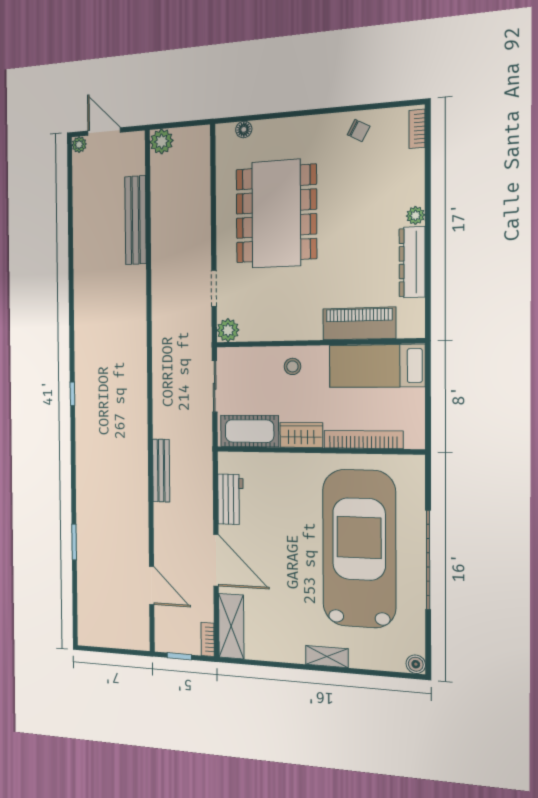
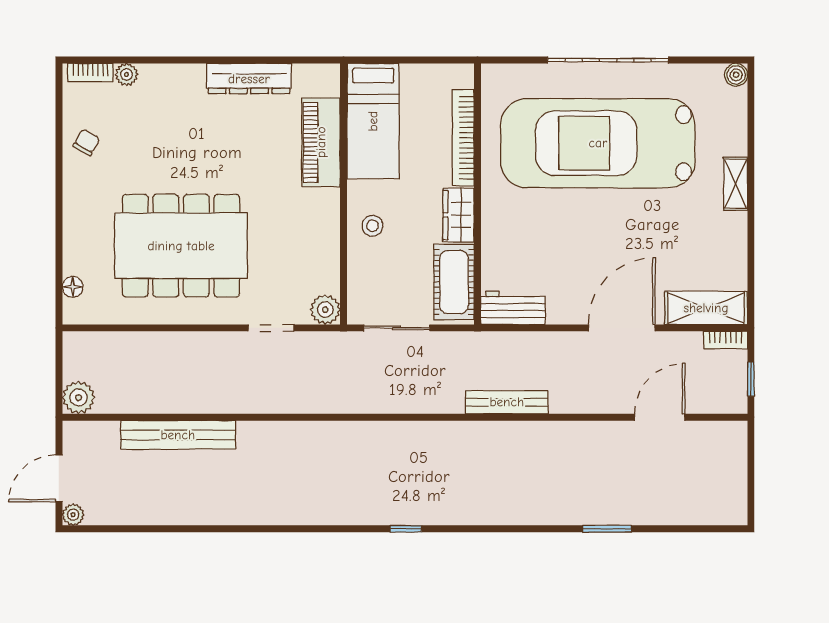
plant: (415, 215) -> (126, 74), moved
workbench: (230, 499) -> (513, 308), moved

